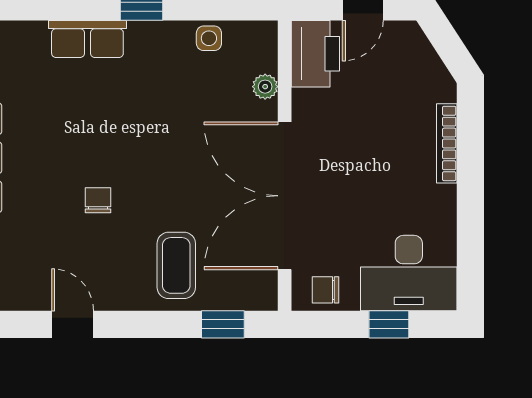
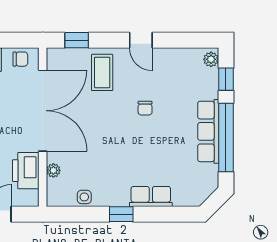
printer: (315, 54) -> (26, 171), moved
door: (73, 324) -> (141, 40), moved

